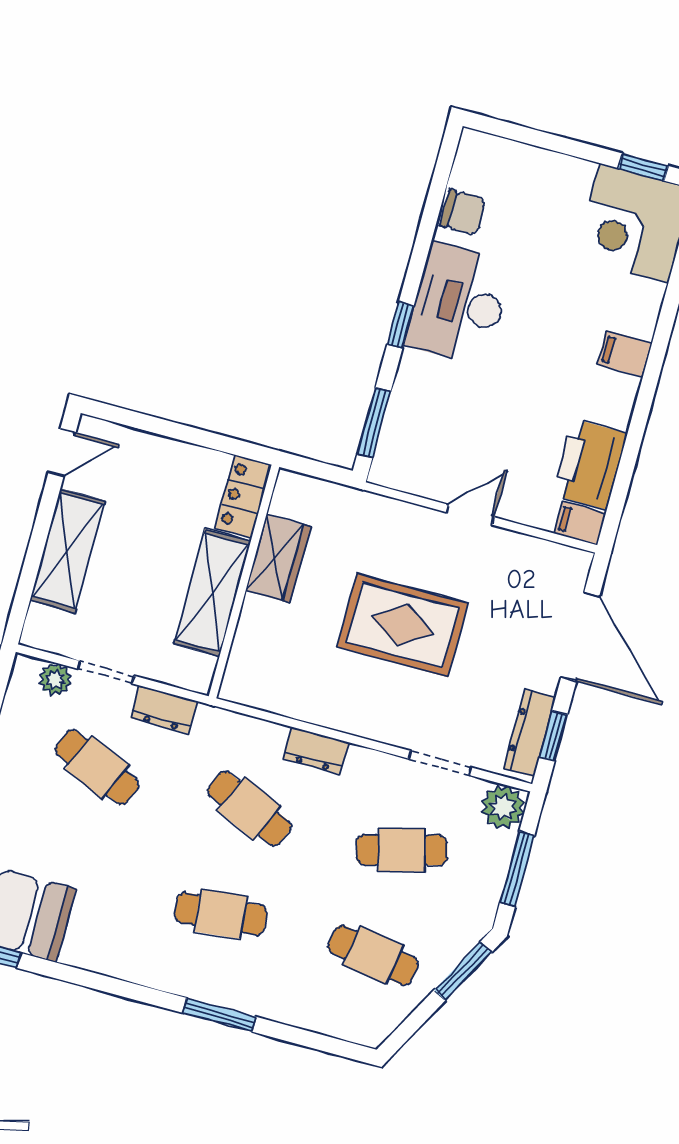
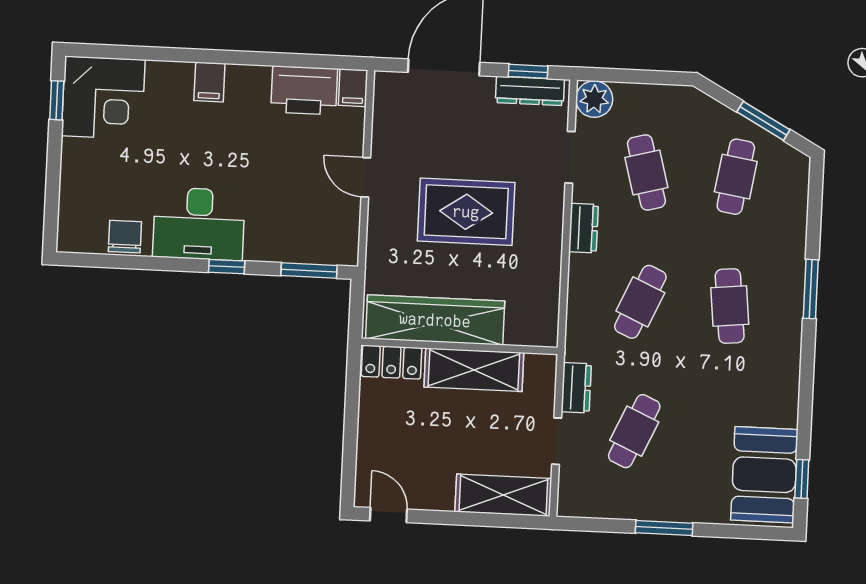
shelving: (67, 551) -> (503, 495), moved
wardrobe: (278, 559) -> (435, 320), width x2.10, depth x1.17
rug: (403, 625) -> (466, 212), turned 90
plant: (55, 679) -> (571, 480), removed
dresser: (316, 751) -> (583, 228), moved
window: (517, 869) -> (641, 77), removed
window: (463, 971) -> (763, 121), moved

